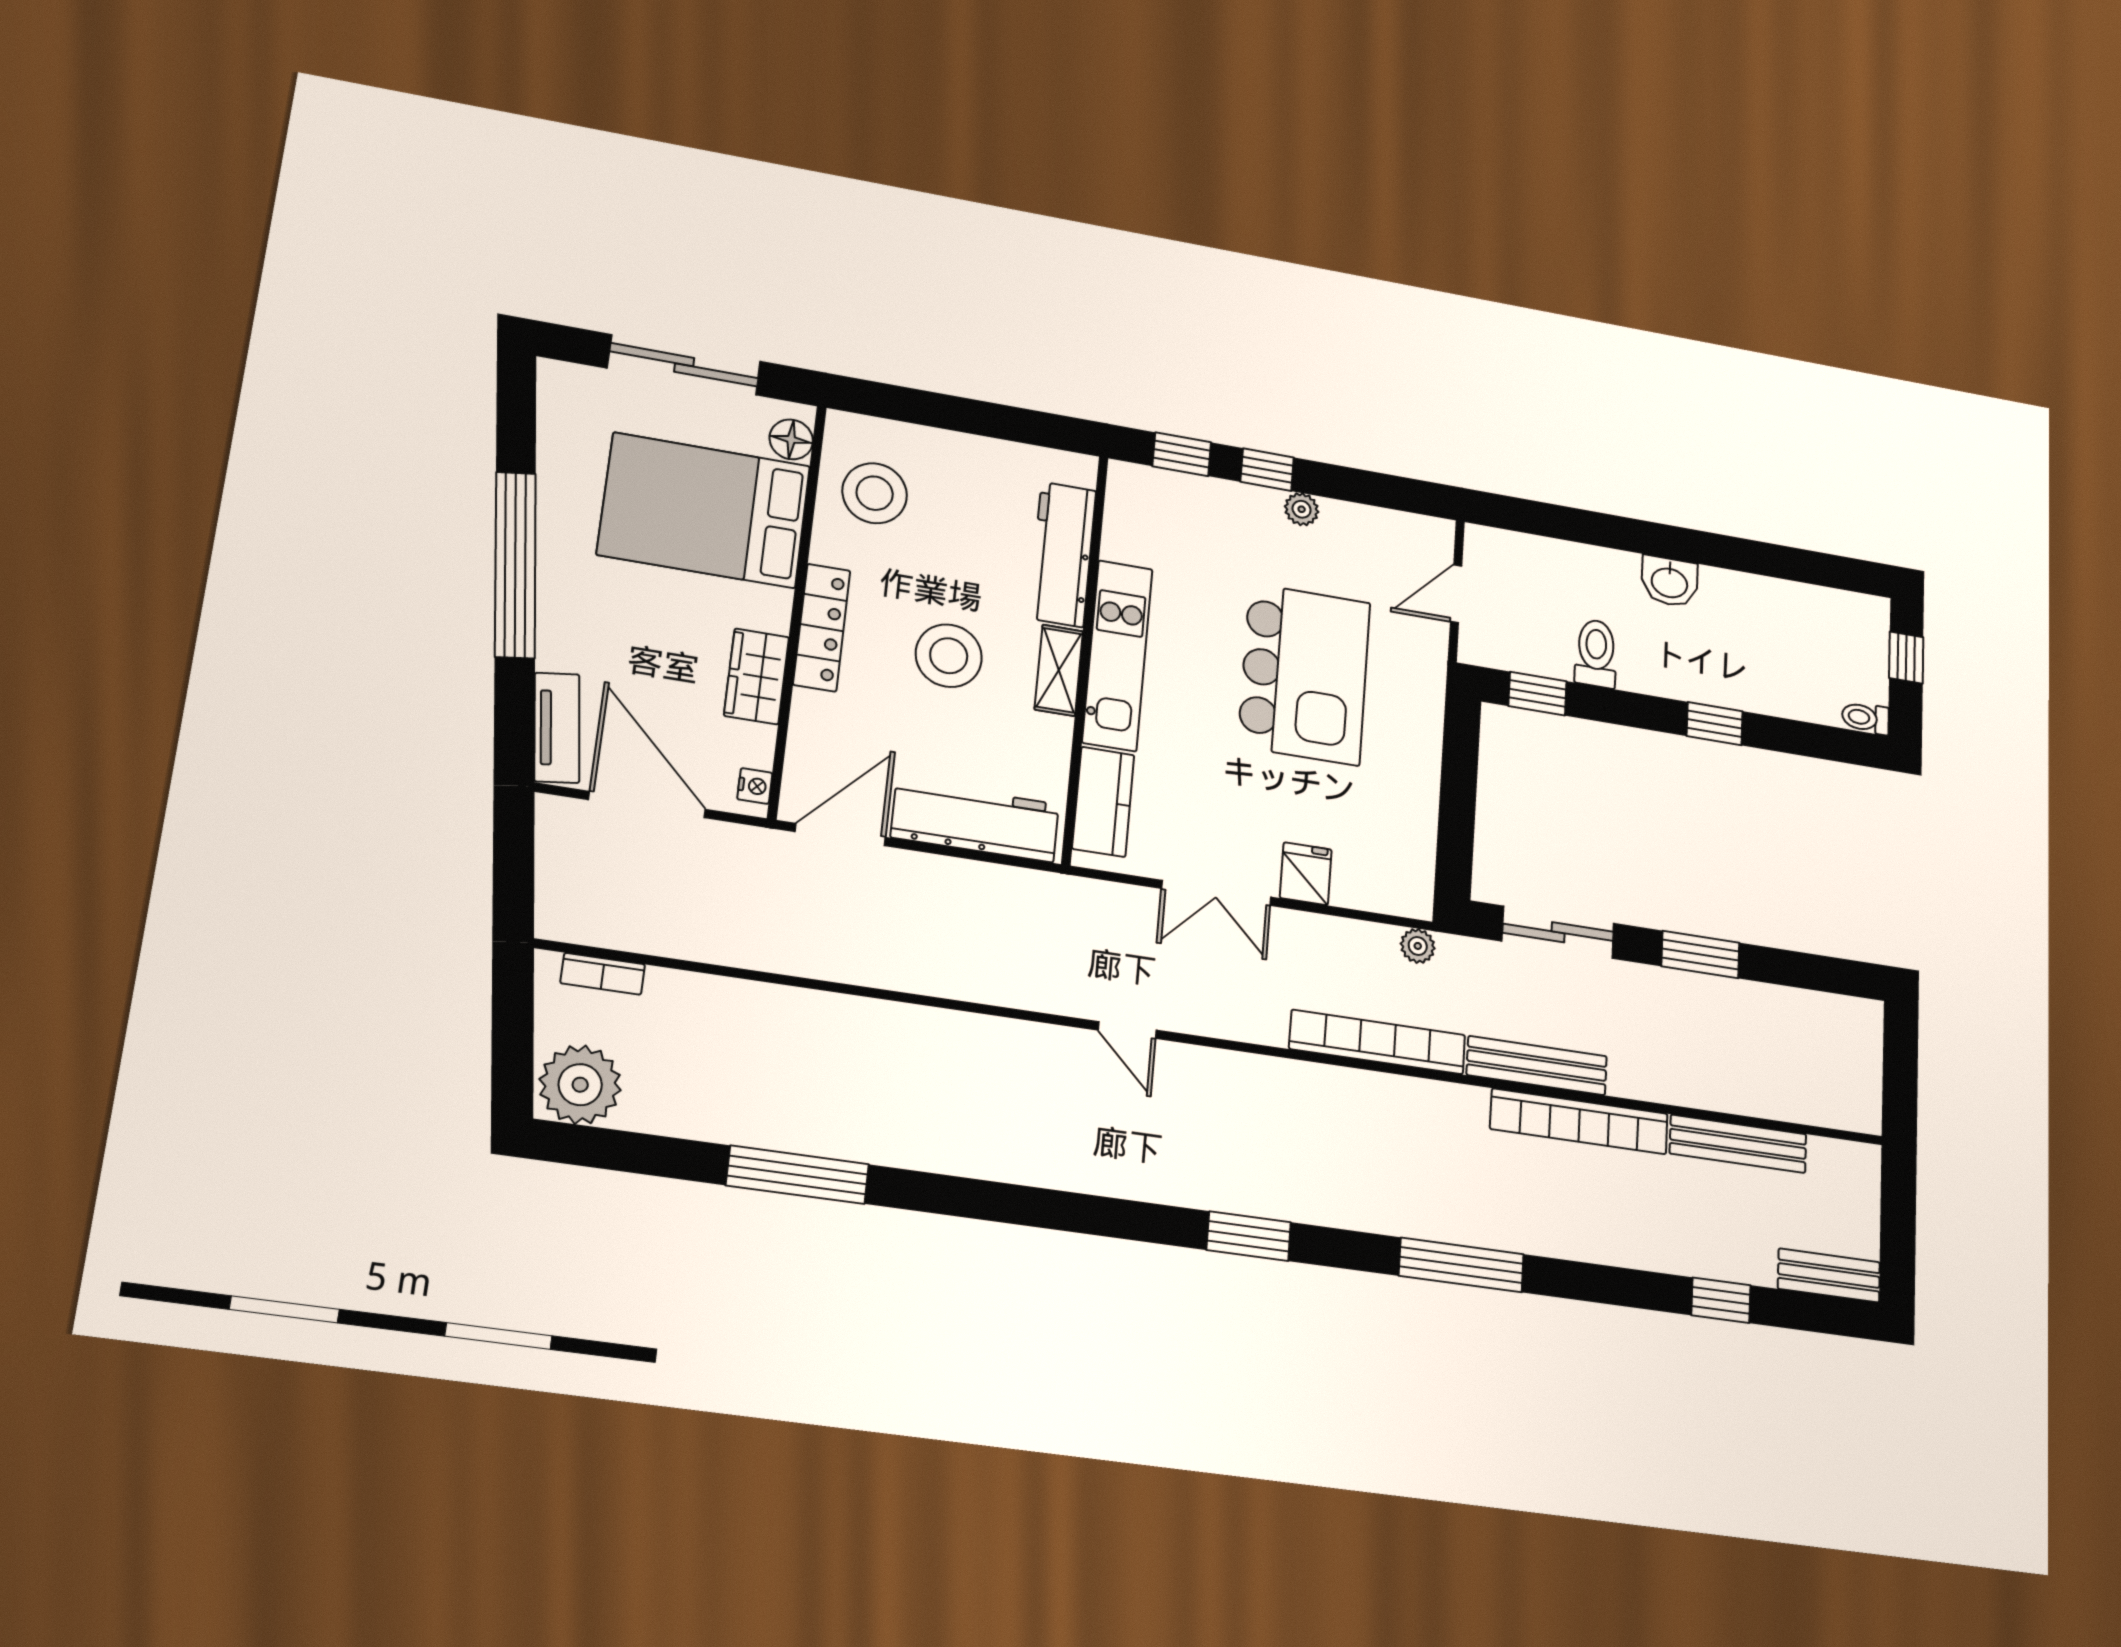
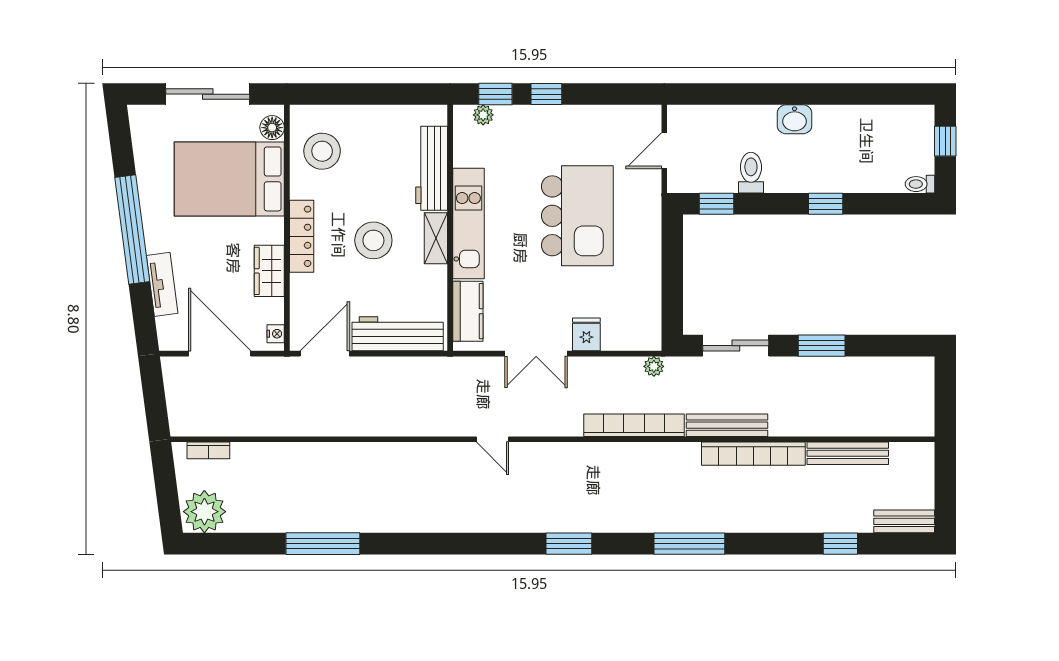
plant: (1302, 509) -> (483, 115), moved
tv unit: (557, 728) -> (162, 284), moved

